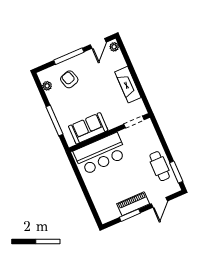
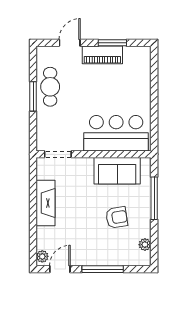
armchair: (69, 79) -> (117, 217), moved, turned -82
window: (176, 172) -> (33, 96), moved

